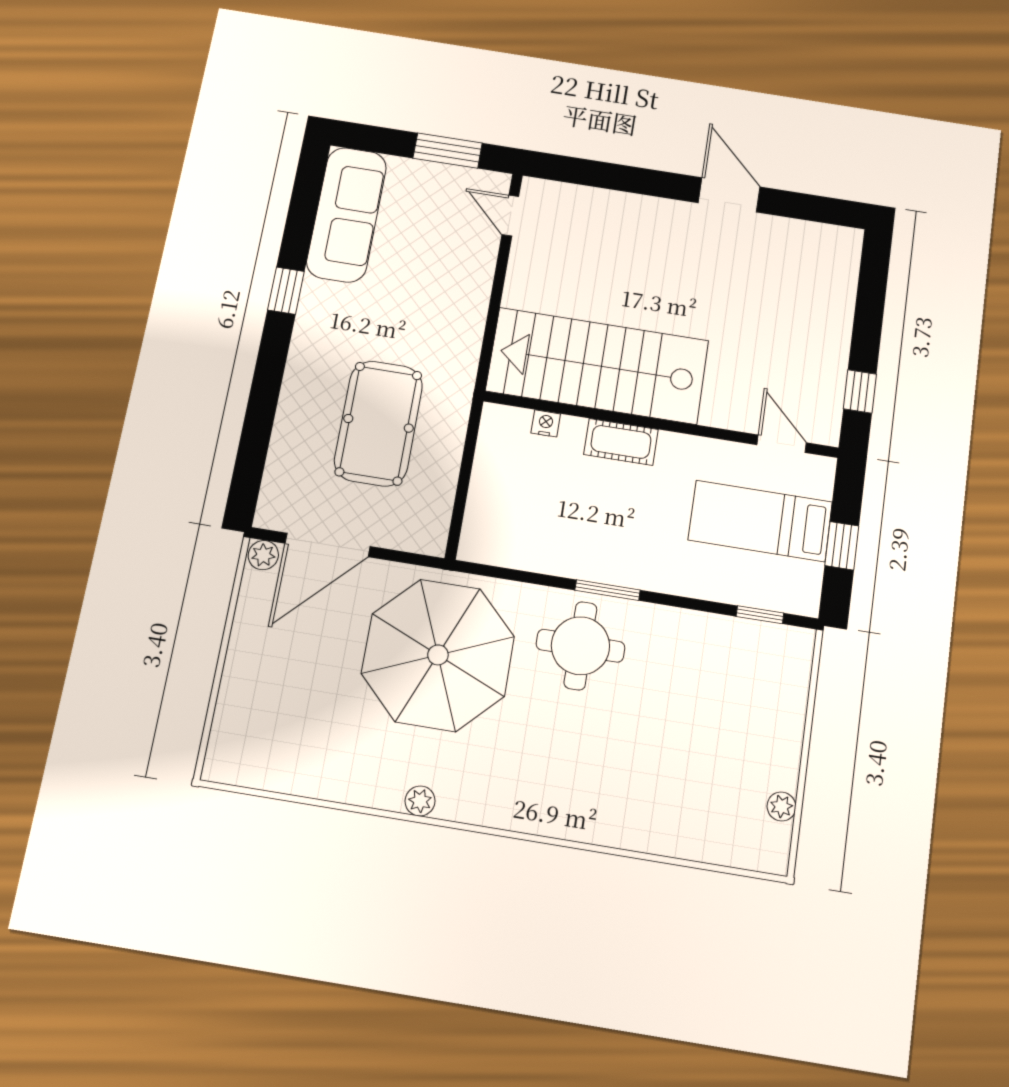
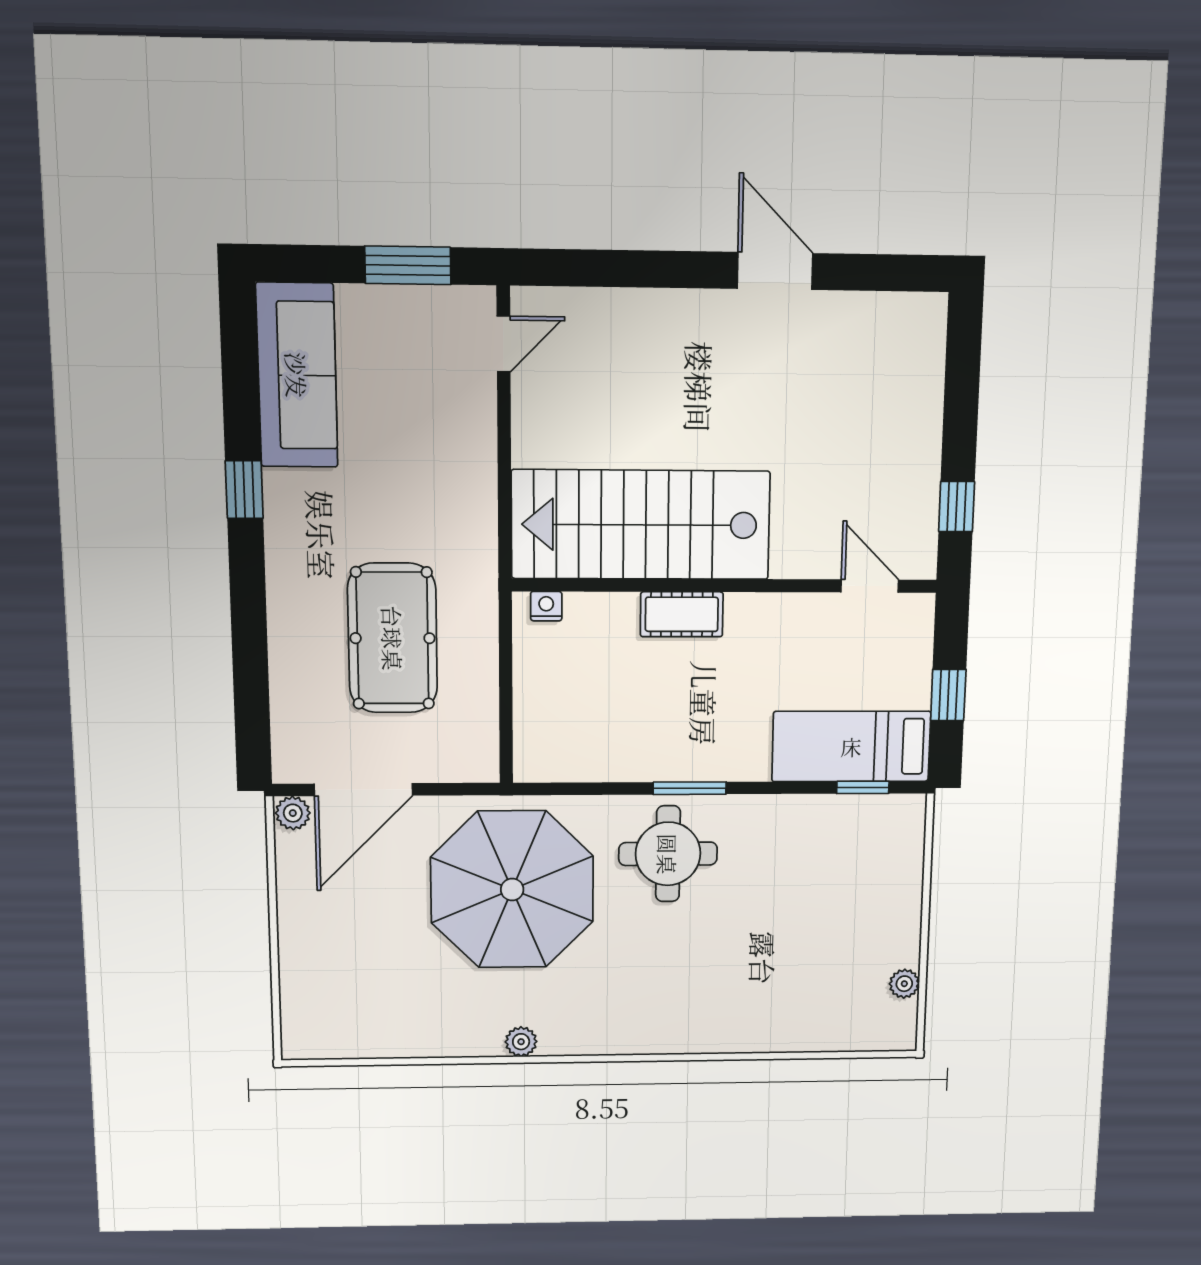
door: (510, 216) -> (504, 344), swing flipped
nightstand: (546, 423) -> (546, 606), moved
bed: (760, 521) -> (851, 746), moved

